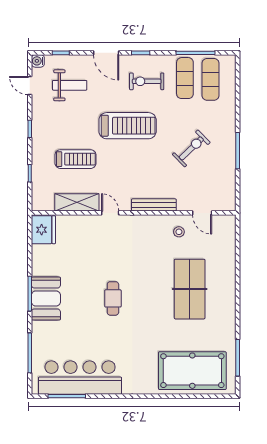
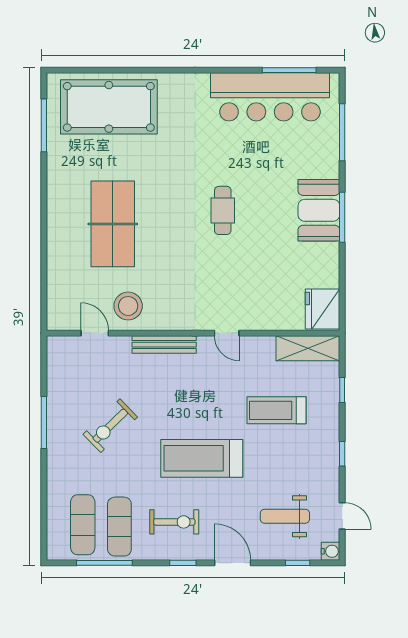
shelving: (77, 202) -> (308, 348), moved
stool: (179, 232) -> (128, 306), width x1.89, depth x1.89

